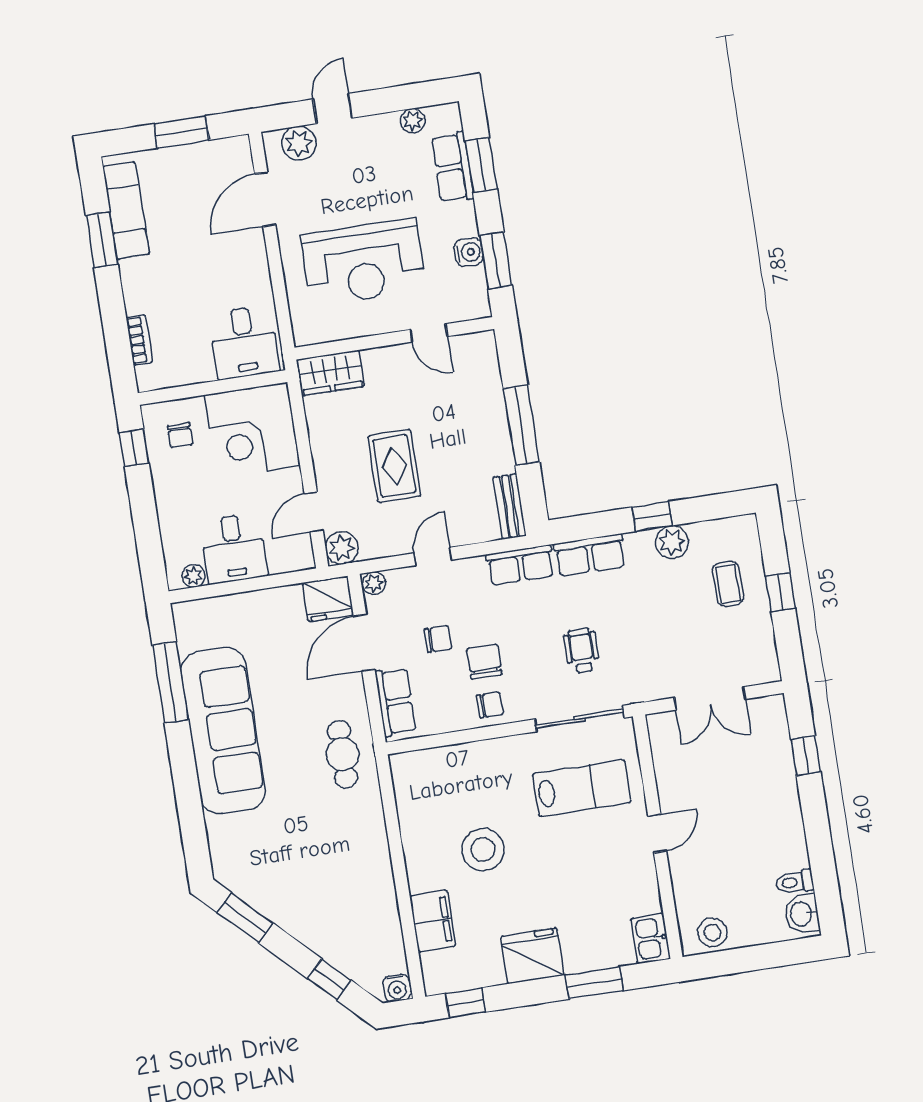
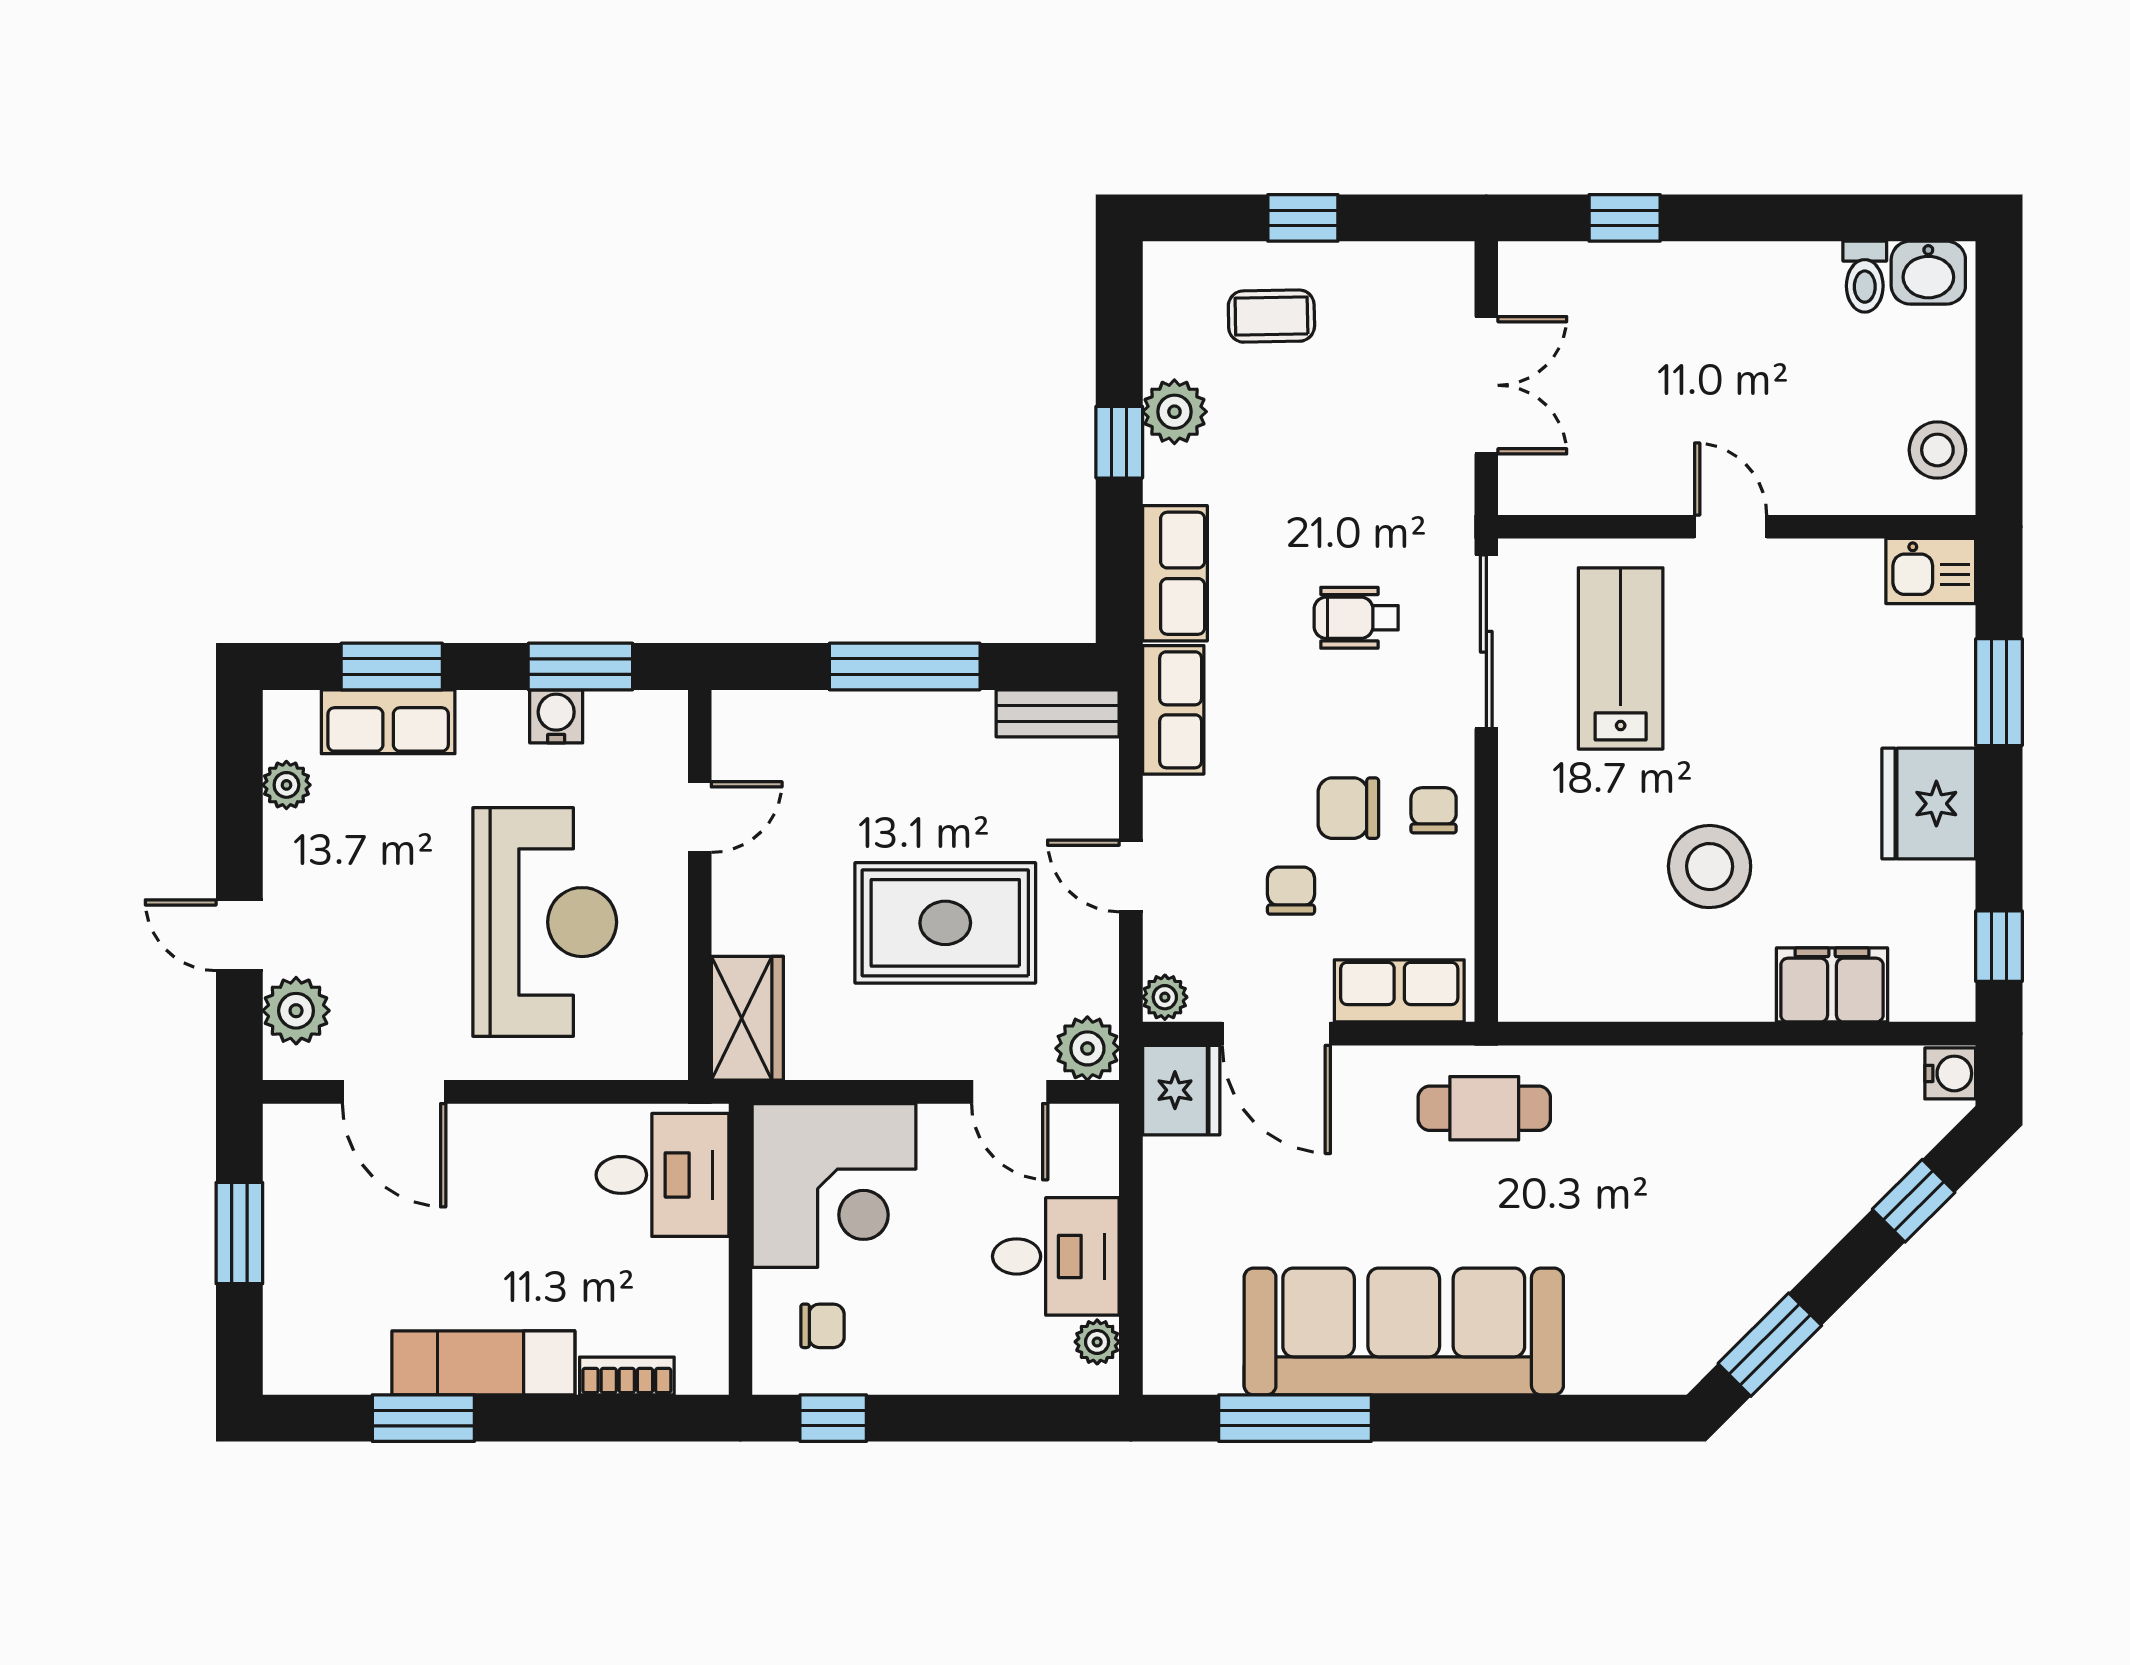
exam couch: (126, 210) -> (483, 1363), moved
rug: (394, 466) -> (945, 923), width x1.36, depth x1.43

